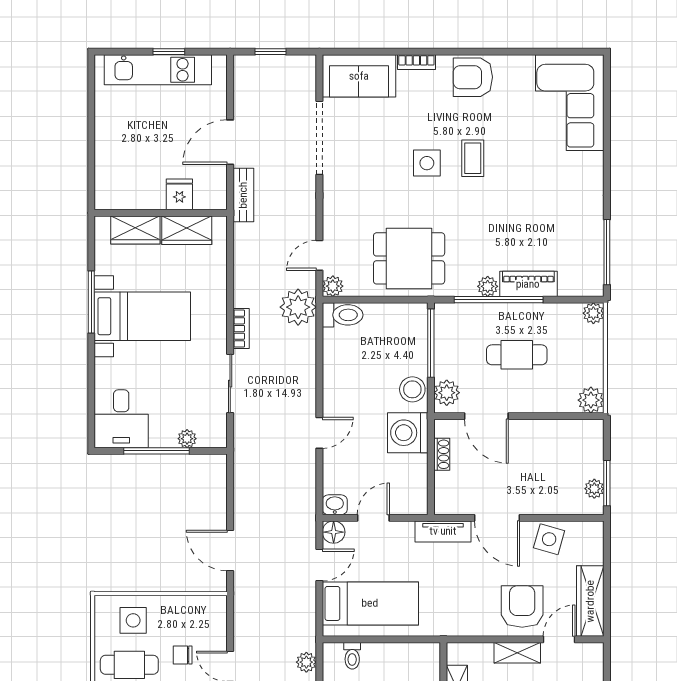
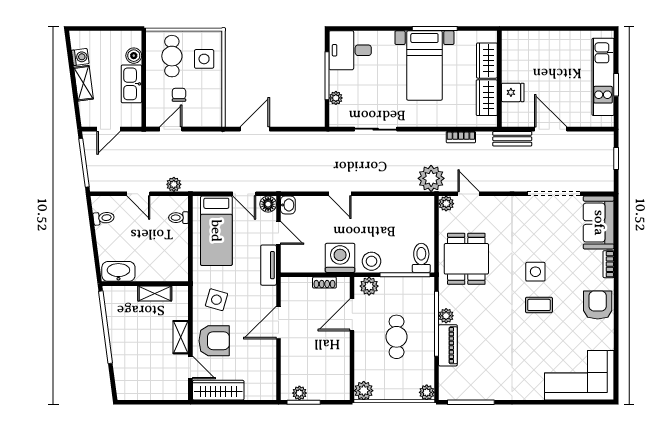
toilet: (343, 315) -> (421, 258), moved, turned 180
bookcase: (241, 329) -> (461, 137), moved
tv unit: (443, 531) -> (269, 265), moved
side table: (549, 539) -> (216, 300), moved

